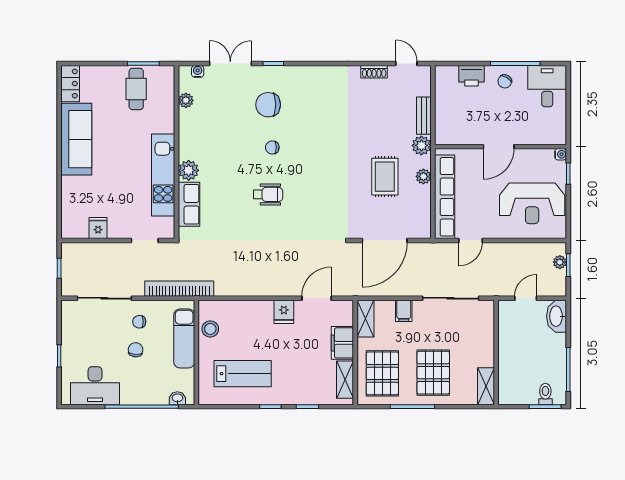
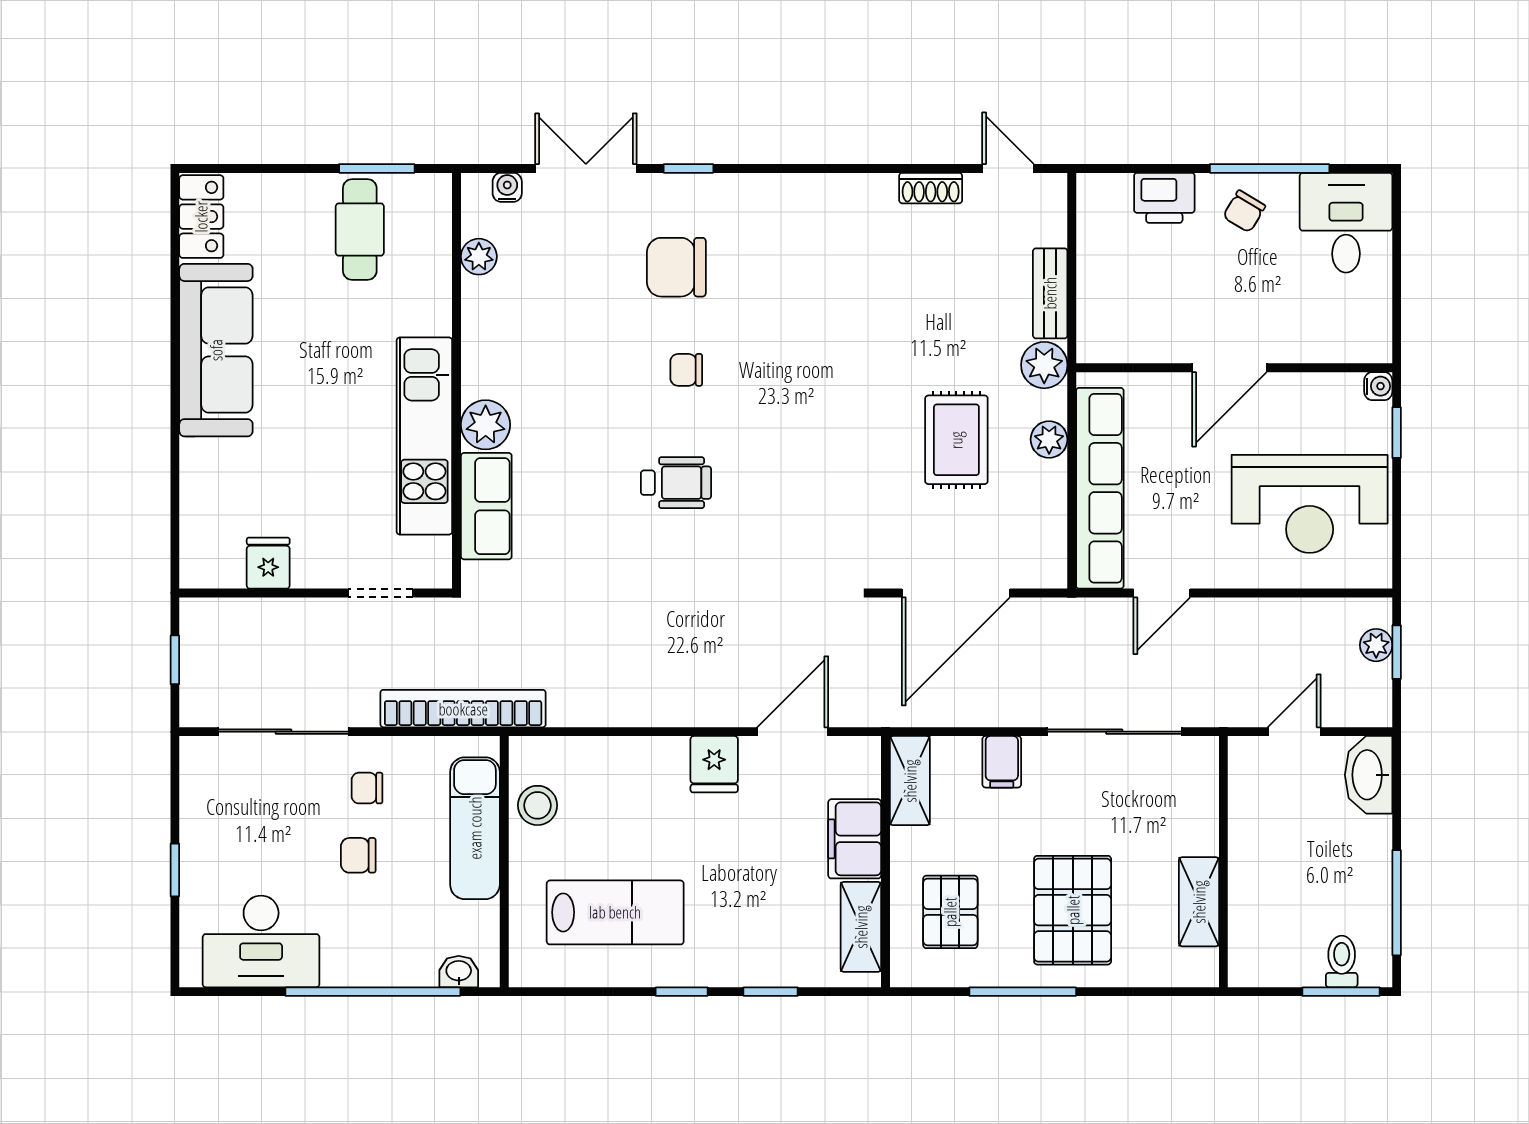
chair: (136, 350) -> (358, 855), turned -94
pallet: (382, 373) -> (950, 912), width x0.67, depth x0.71
shelving: (486, 386) -> (1199, 902), moved

